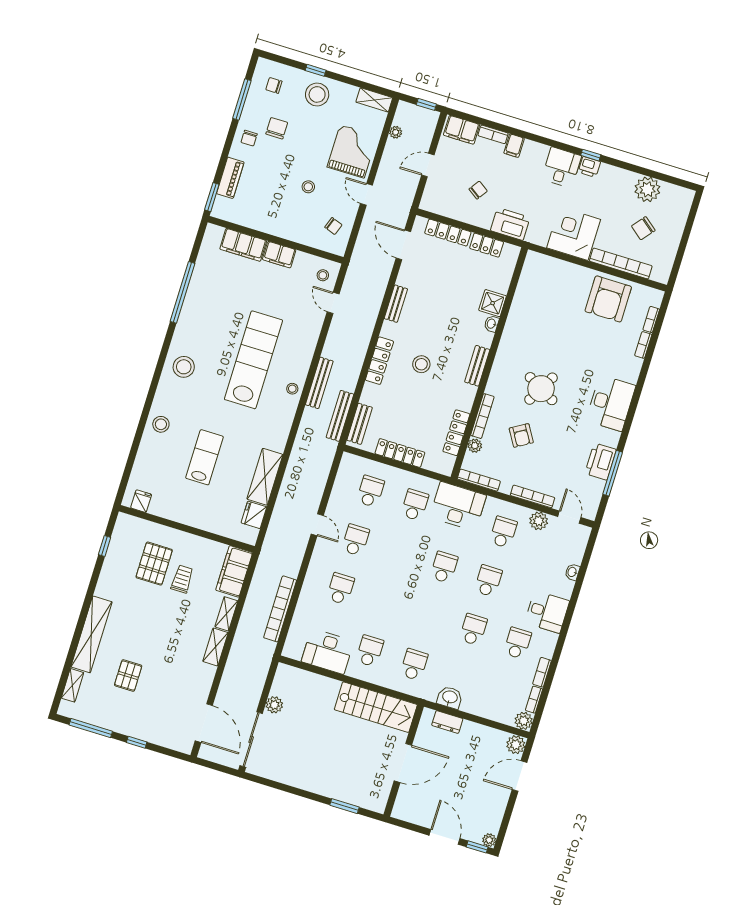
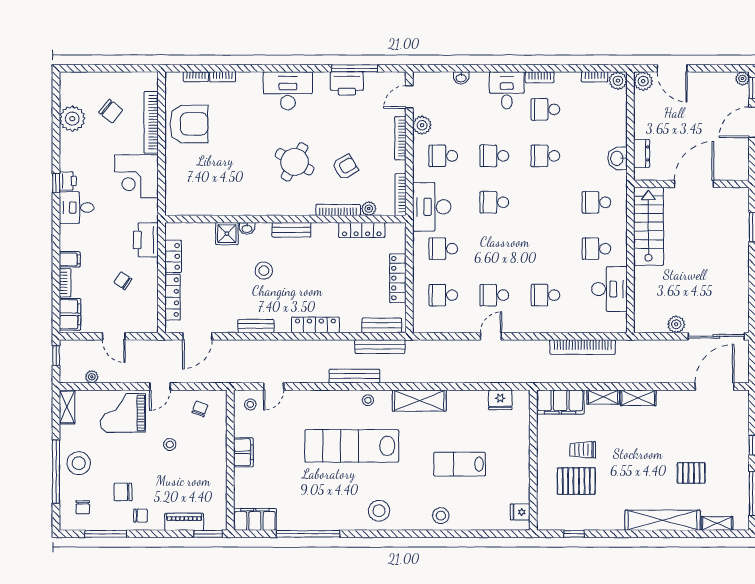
window: (316, 70) -> (56, 472), width x3.17
filing cabinet: (243, 245) -> (255, 519), moved, turned -90
stool: (421, 364) -> (264, 271), moved
shelving: (265, 477) -> (419, 401), moved
bookcase: (542, 672) -> (540, 77), moved
door: (403, 763) -> (694, 184), hinge flipped

